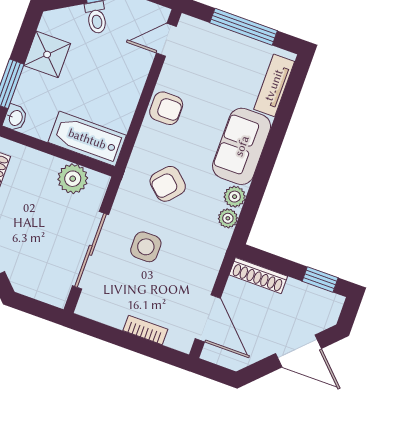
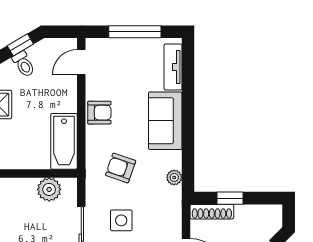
bathtub: (87, 139) -> (64, 141), moved, turned -90
armchair: (168, 184) -> (121, 168), turned 67
plant: (235, 197) -> (173, 160), removed
window: (320, 279) -> (230, 198), moved

